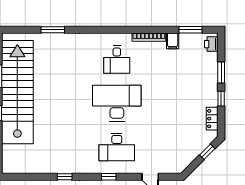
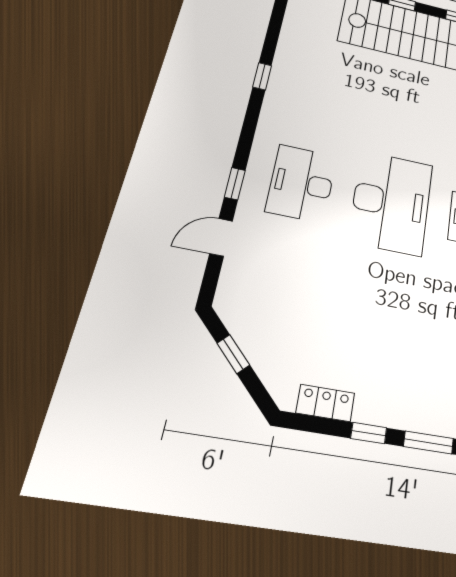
window: (207, 152) -> (233, 354), moved
window: (109, 177) -> (235, 184), moved

